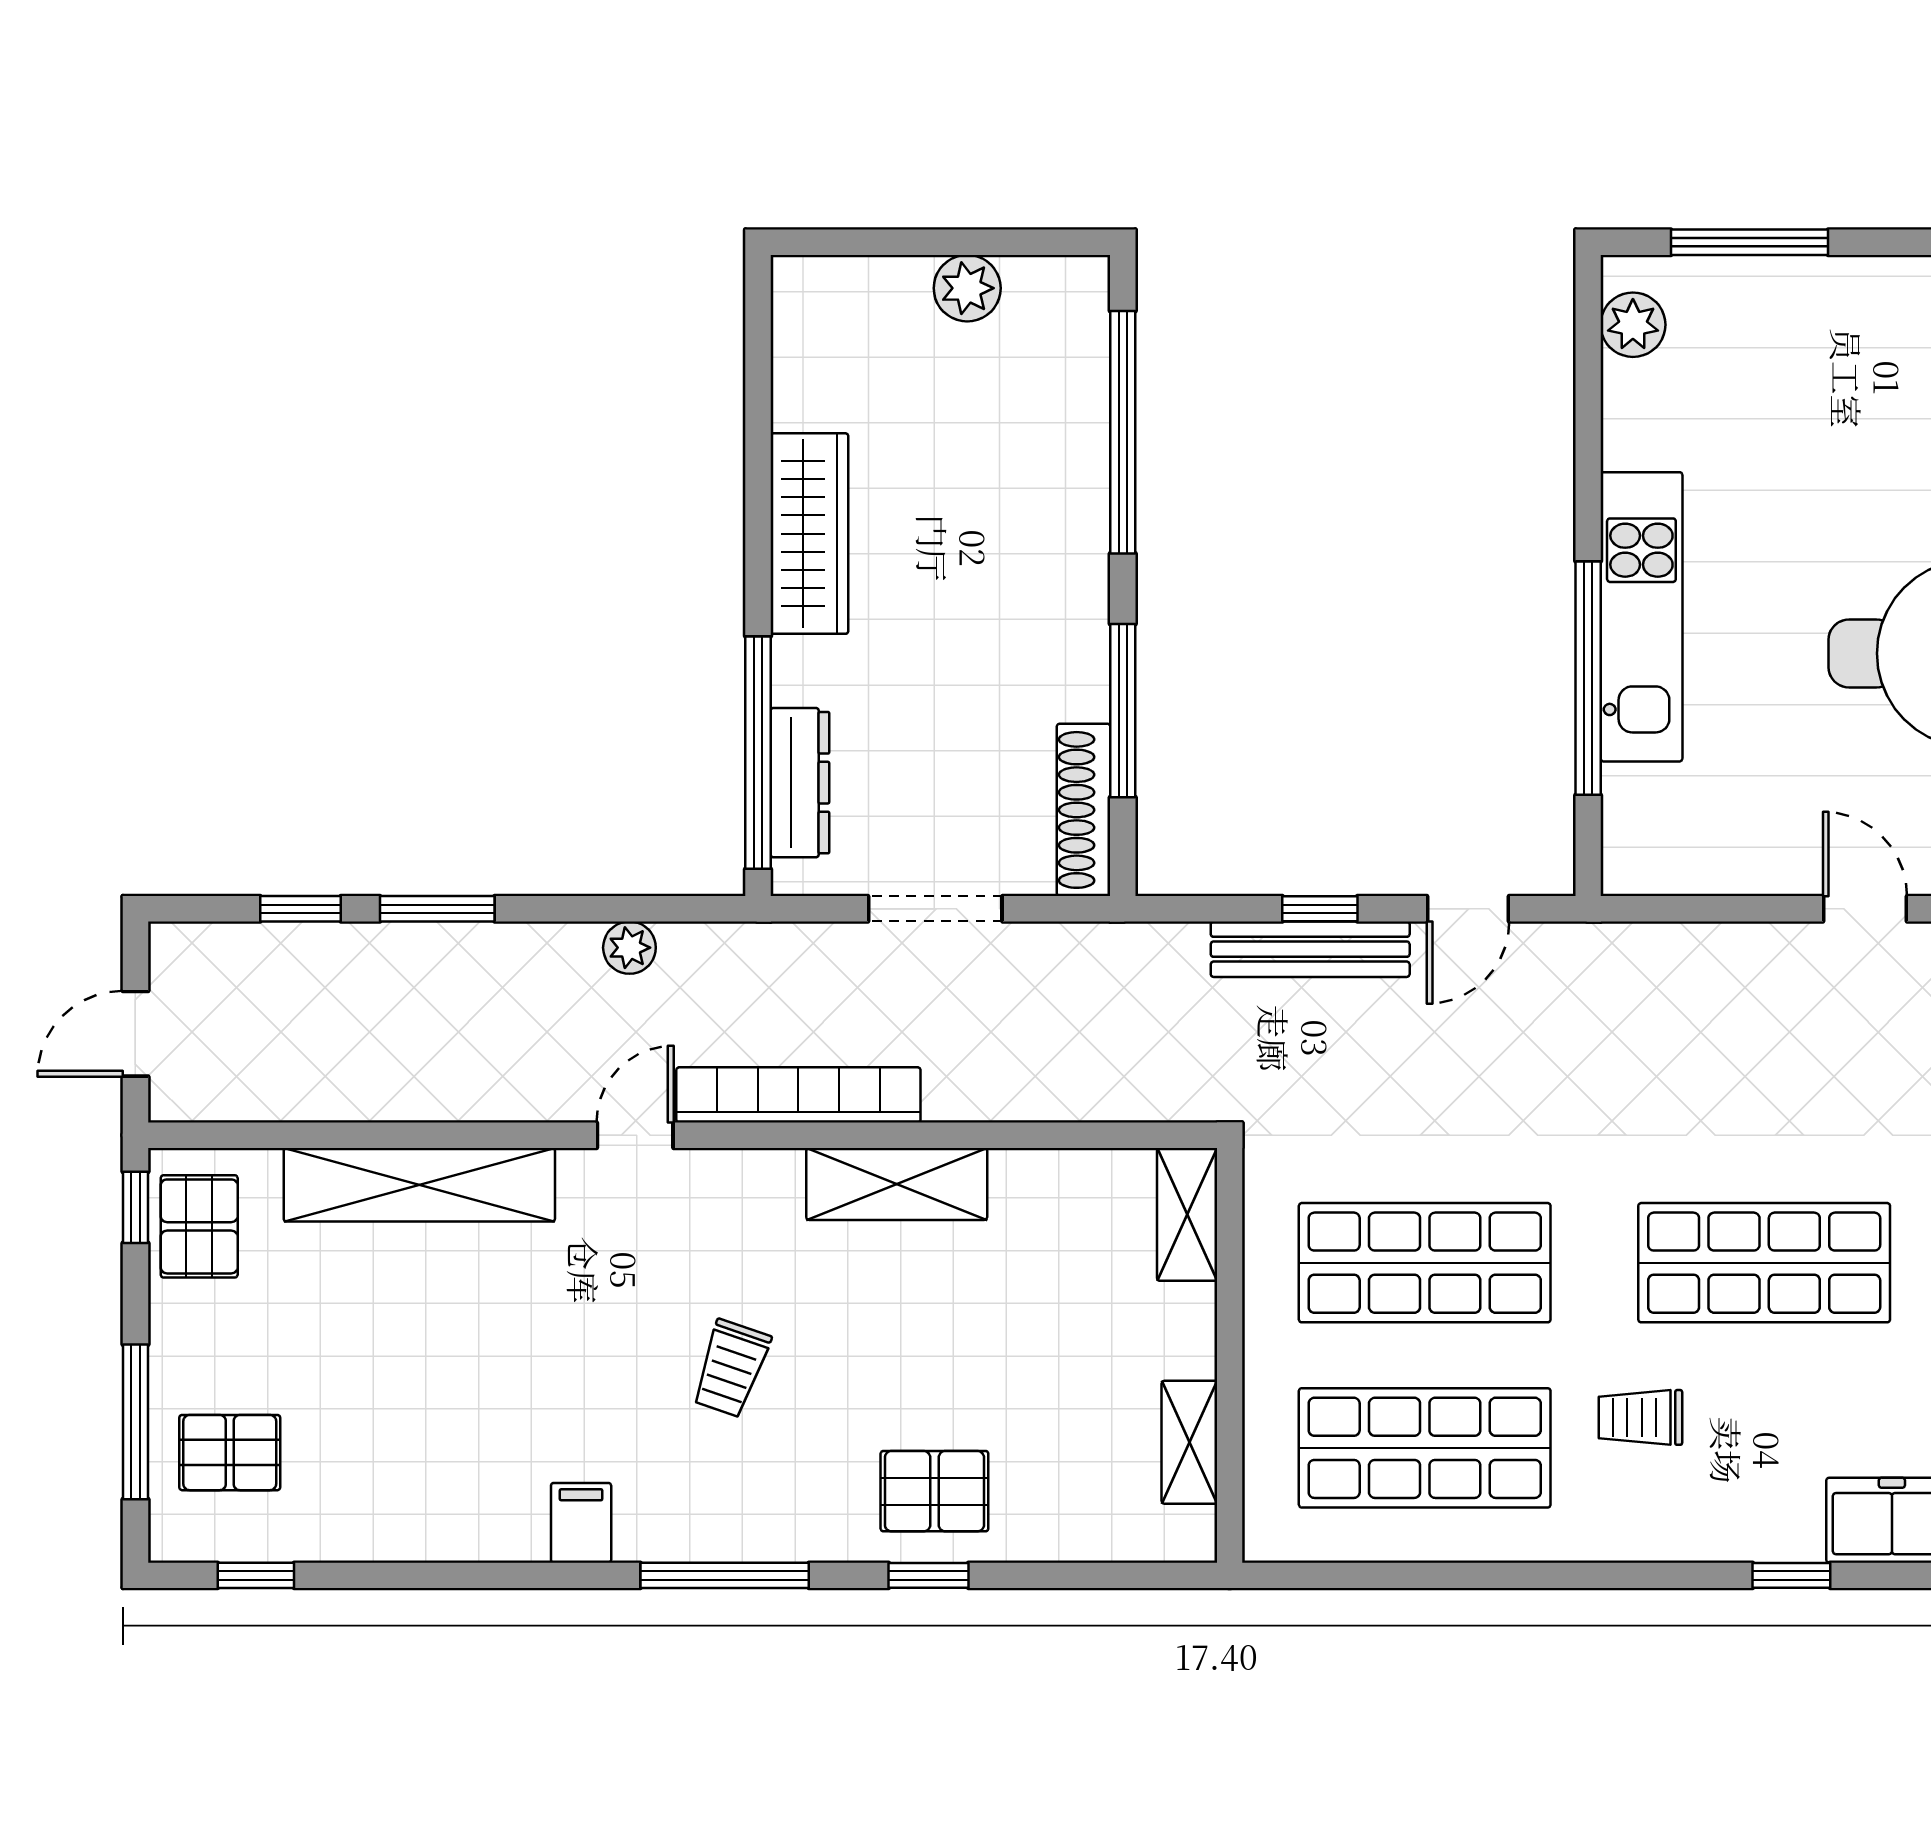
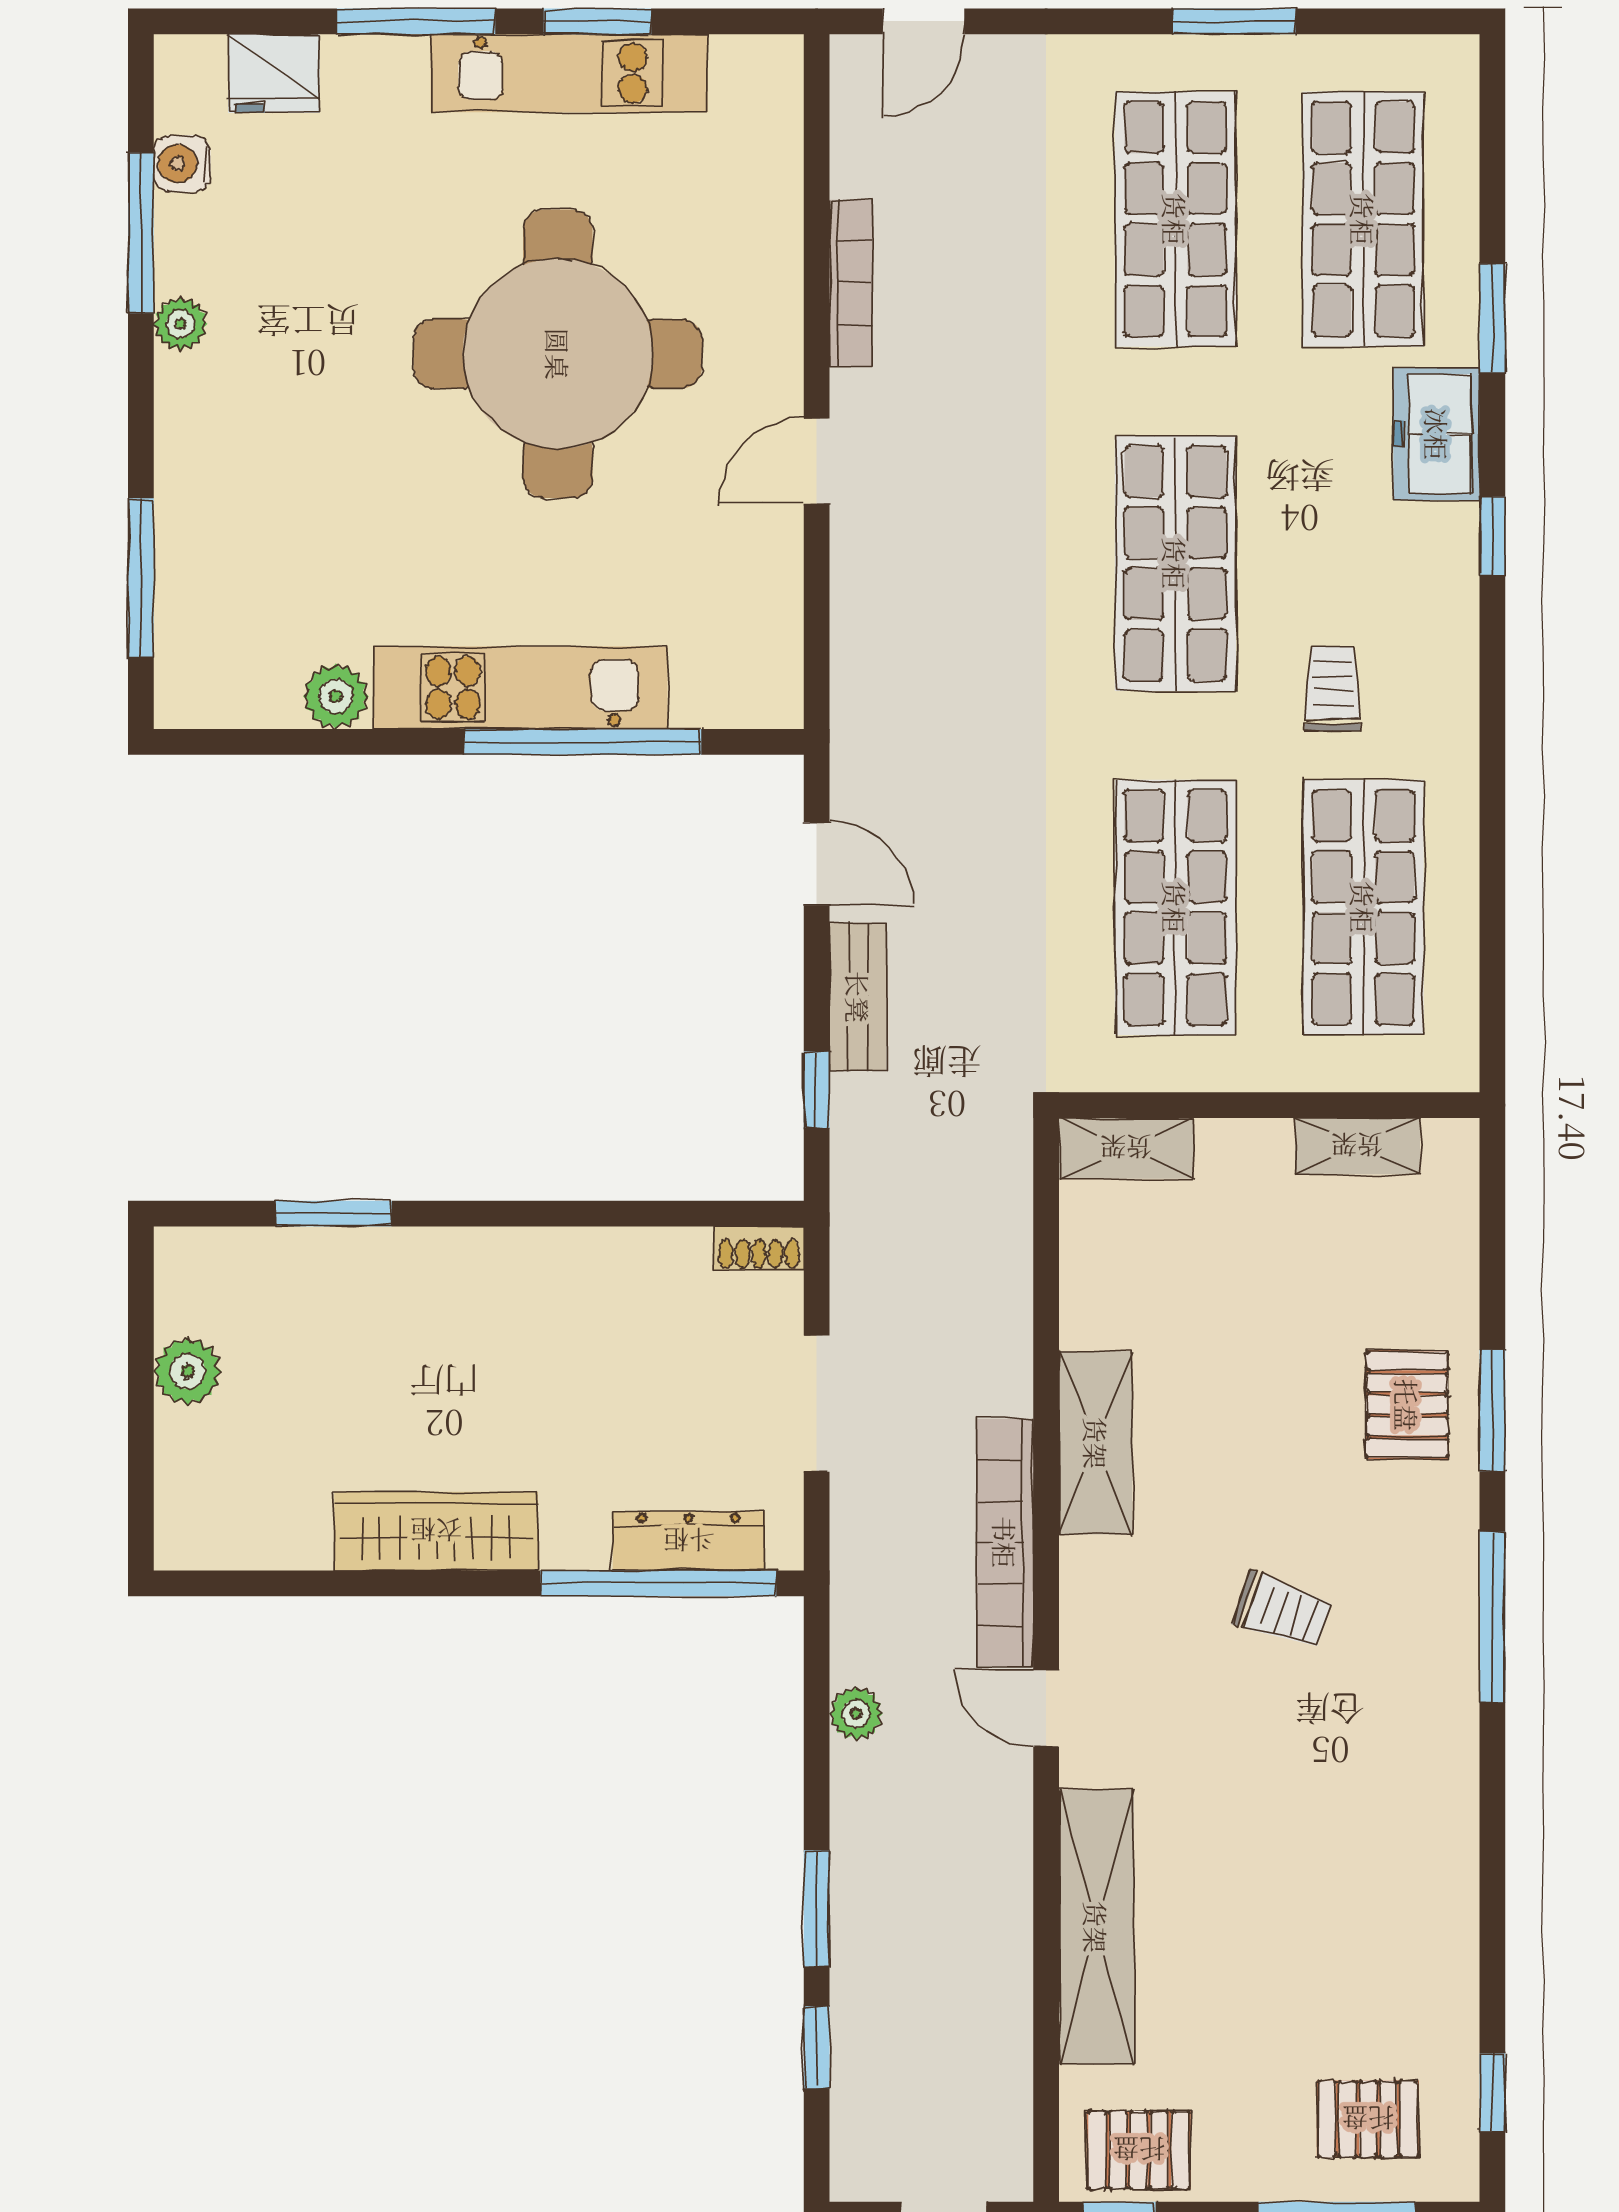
plant: (1633, 325) -> (336, 696), moved
window: (1123, 432) -> (334, 1214), width x0.47
window: (1123, 711) -> (616, 1214), removed
shoe rack: (1084, 810) -> (759, 1248), width x0.51, depth x0.81
window: (1320, 909) -> (817, 1090), moved
bench: (1310, 949) -> (858, 997), width x0.73
trolley: (1640, 1417) -> (1332, 689), turned 180
pallet: (230, 1453) -> (1368, 2119), turned 90
filing cabinet: (581, 1523) -> (1439, 1763), removed
window: (929, 1575) -> (1492, 1410), width x1.50

